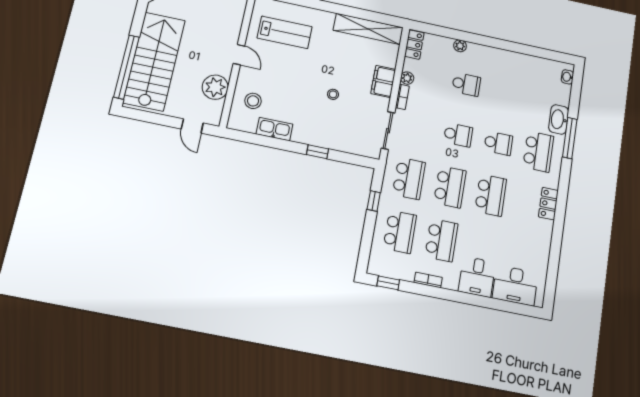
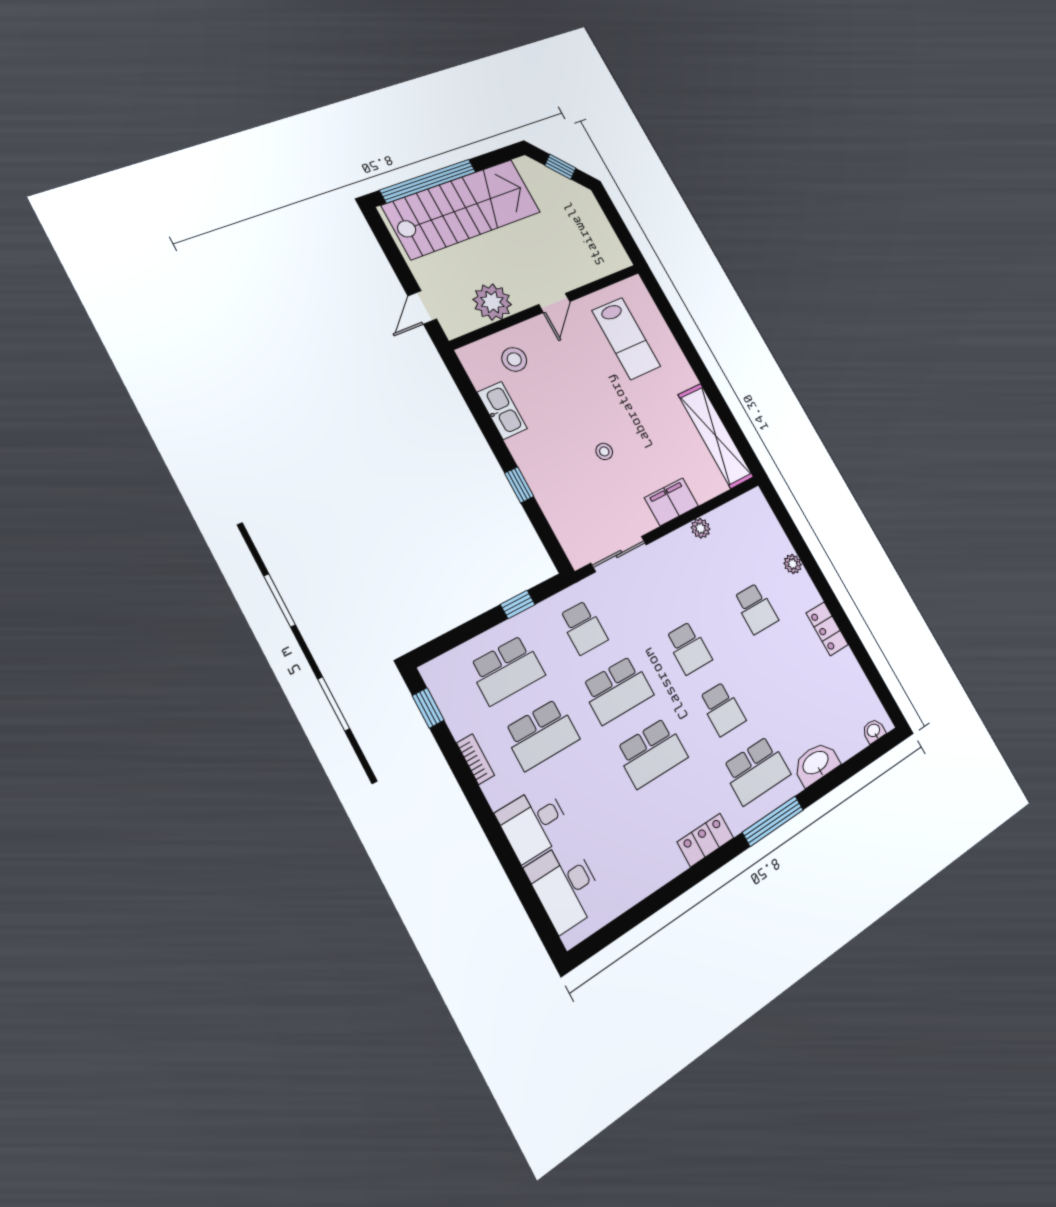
locker: (414, 44) -> (827, 629), moved, turned 90
bookcase: (402, 97) -> (674, 540), removed
window: (570, 138) -> (773, 821), moved
school desk: (409, 178) -> (583, 628), width x0.54

